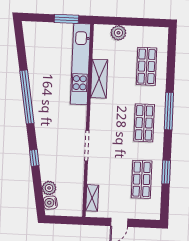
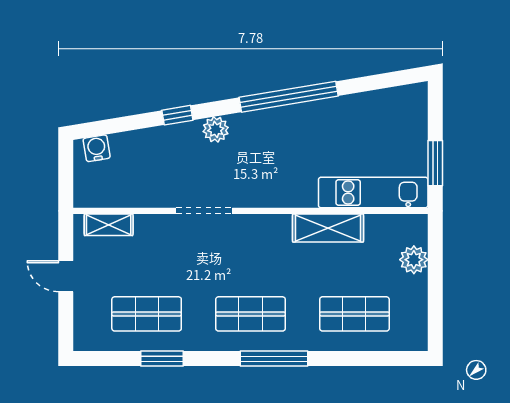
kitchen unit: (80, 64) -> (373, 192), width x0.73
plant: (49, 188) -> (216, 129), moved

